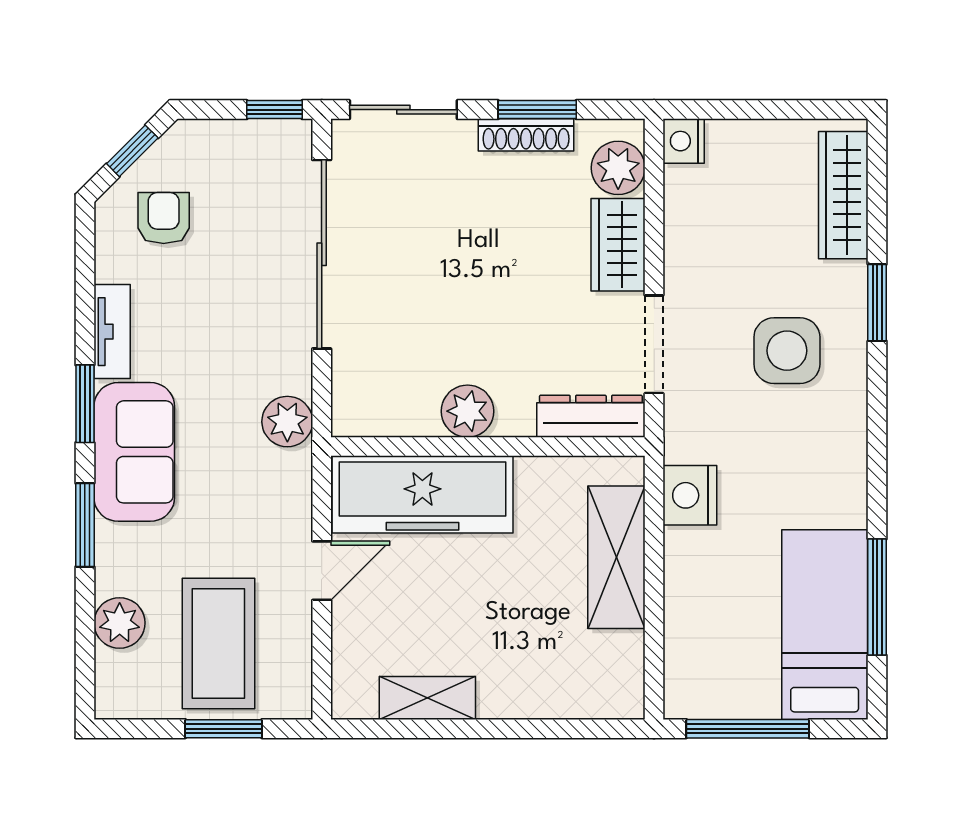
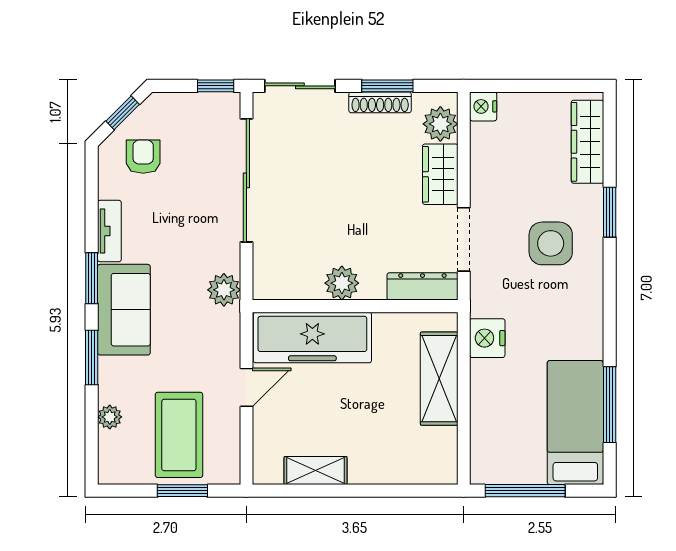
plant: (120, 623) -> (110, 417), width x0.73, depth x0.73

